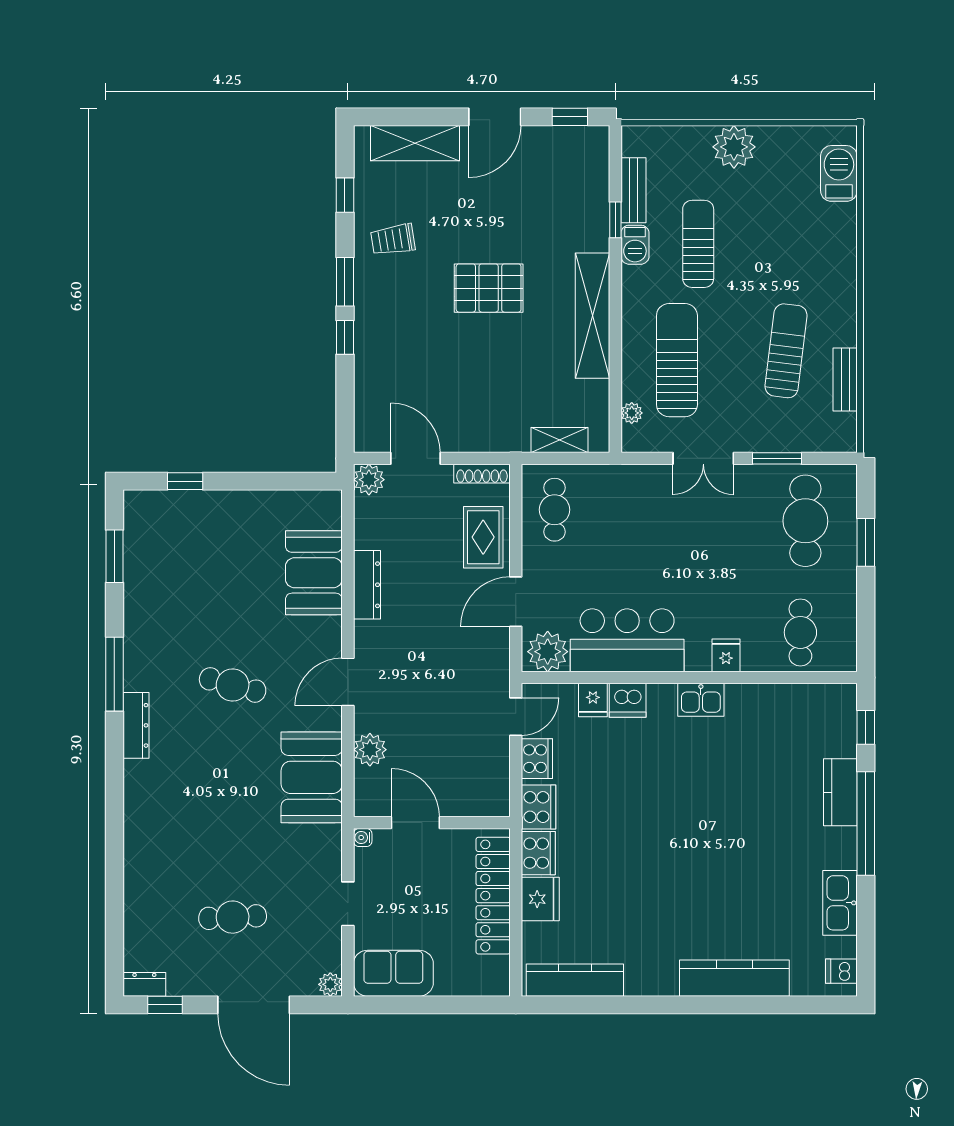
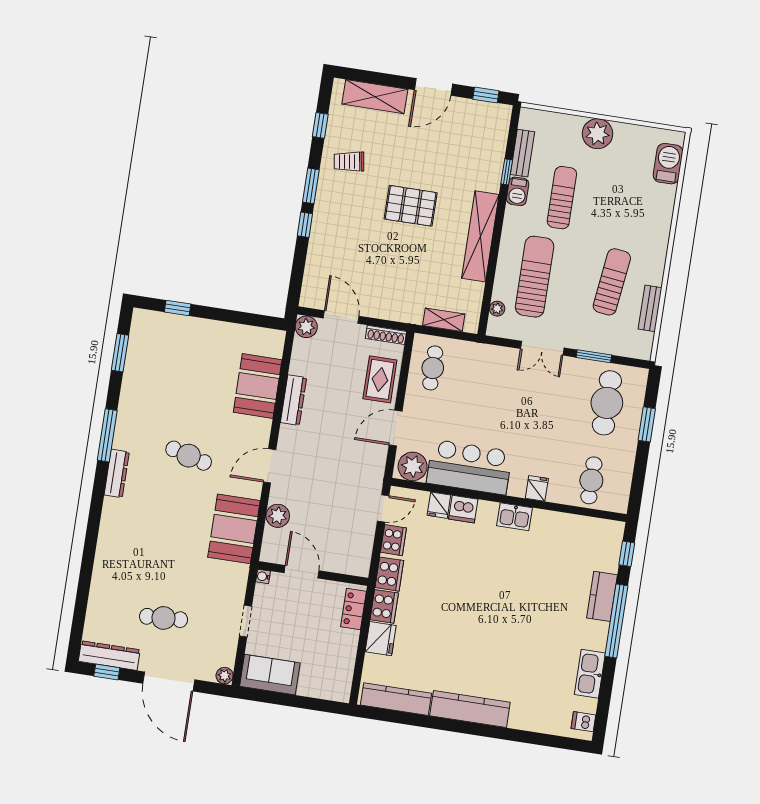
locker: (493, 896) -> (354, 609), width x0.46, depth x0.83
kitchen counter: (734, 978) -> (470, 709), moved
dresser: (144, 984) -> (109, 656), width x1.96, depth x1.24

